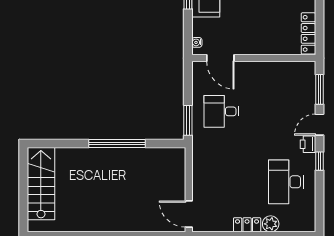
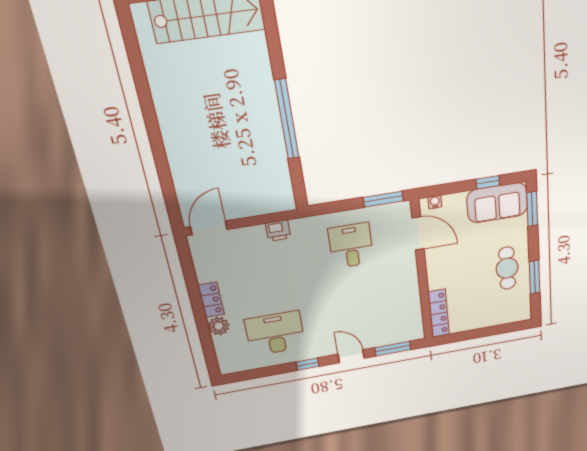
locker: (308, 33) -> (439, 313), moved, turned 90
door: (220, 58) -> (418, 233), swing flipped
window: (188, 120) -> (383, 199), moved
printer: (308, 144) -> (278, 230), moved, turned 180

